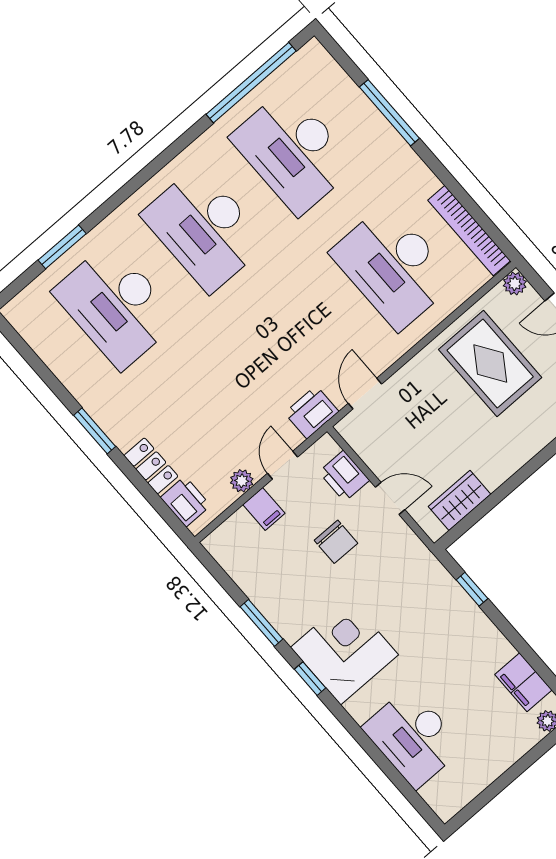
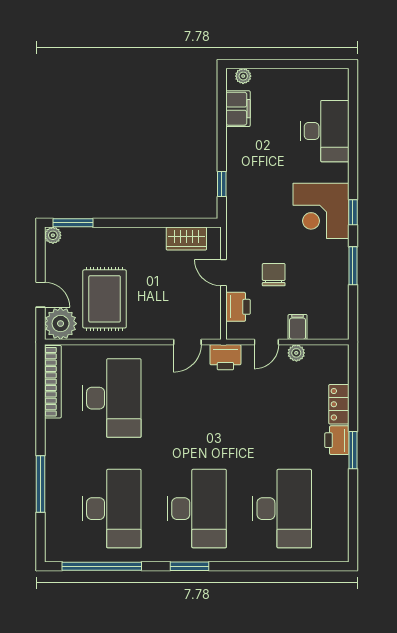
window: (62, 247) -> (189, 566), moved
plant: (515, 284) -> (61, 324), width x1.88, depth x1.88
printer: (185, 501) -> (337, 440), moved

